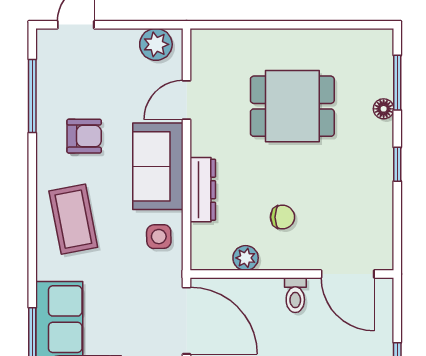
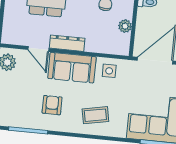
dresser: (203, 190) -> (67, 43), moved
coffee table: (73, 219) -> (95, 115), width x0.73, depth x0.77

